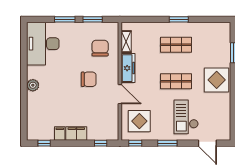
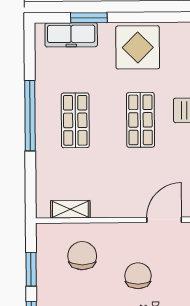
window: (179, 19) -> (30, 116), width x2.11
chair: (100, 48) -> (82, 256), turned 90
freezer: (128, 68) -> (71, 35), moved, turned 180

